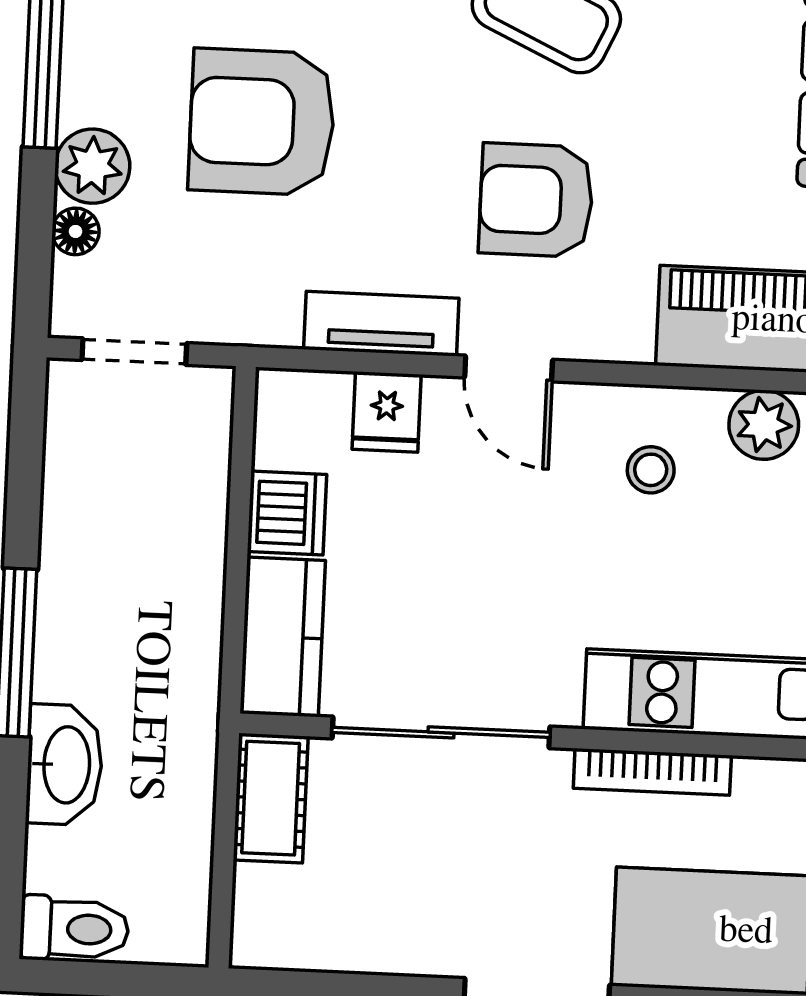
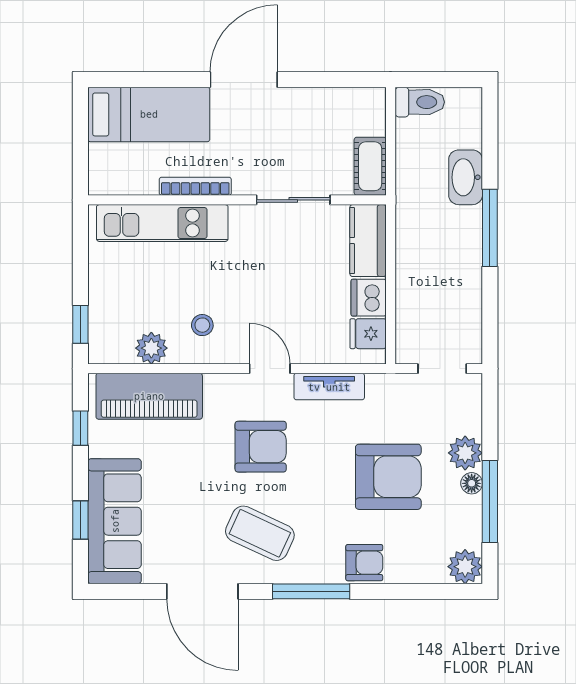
floor lamp: (76, 231) -> (472, 483), moved
fridge: (387, 412) -> (368, 334), moved, turned -90
sliding door: (441, 732) -> (293, 200), width x0.73
toilet: (74, 929) -> (420, 102), moved, turned 180

